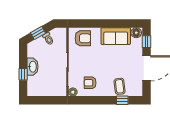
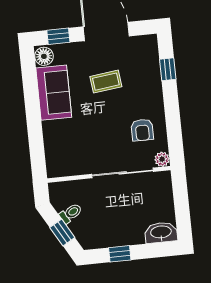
armchair: (83, 38) -> (64, 151), removed
washbasin: (33, 67) -> (161, 232), moved
window: (23, 74) -> (120, 254), moved
coffee table: (120, 86) -> (106, 82), moved

